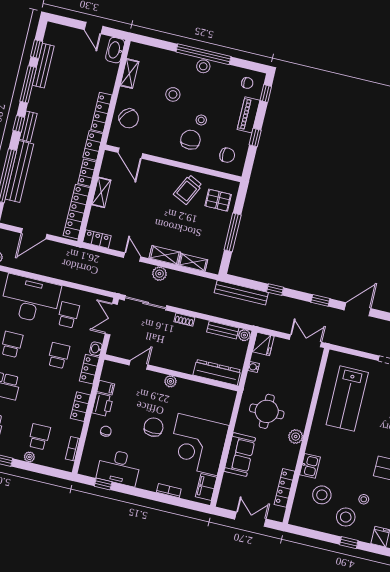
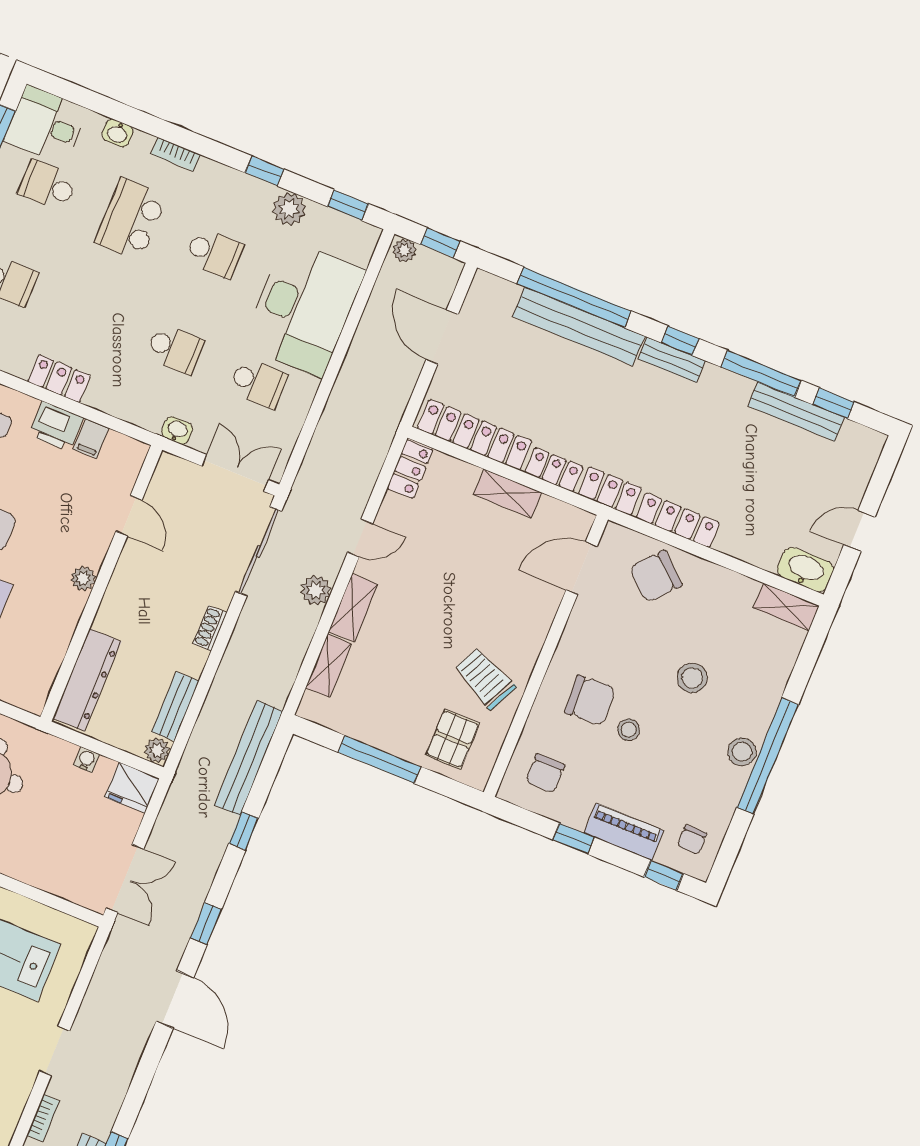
shelving: (129, 74) -> (786, 607), moved
locker: (89, 369) -> (136, 410), removed

